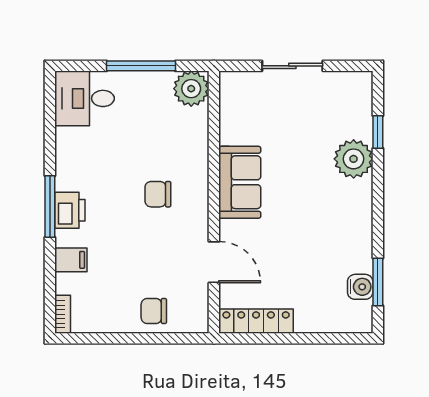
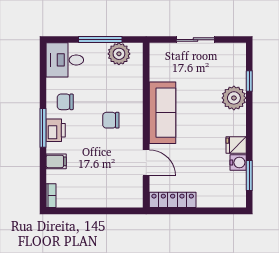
plant: (191, 89) -> (119, 54), moved
sofa: (240, 182) -> (162, 113), width x1.36
fridge: (357, 234) -> (236, 145), added
water cooler: (360, 287) -> (238, 163), moved
chair: (154, 311) -> (65, 102), moved

